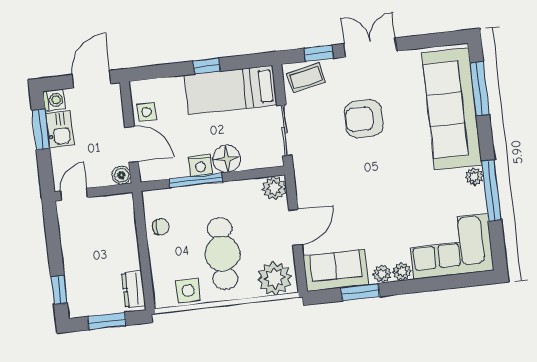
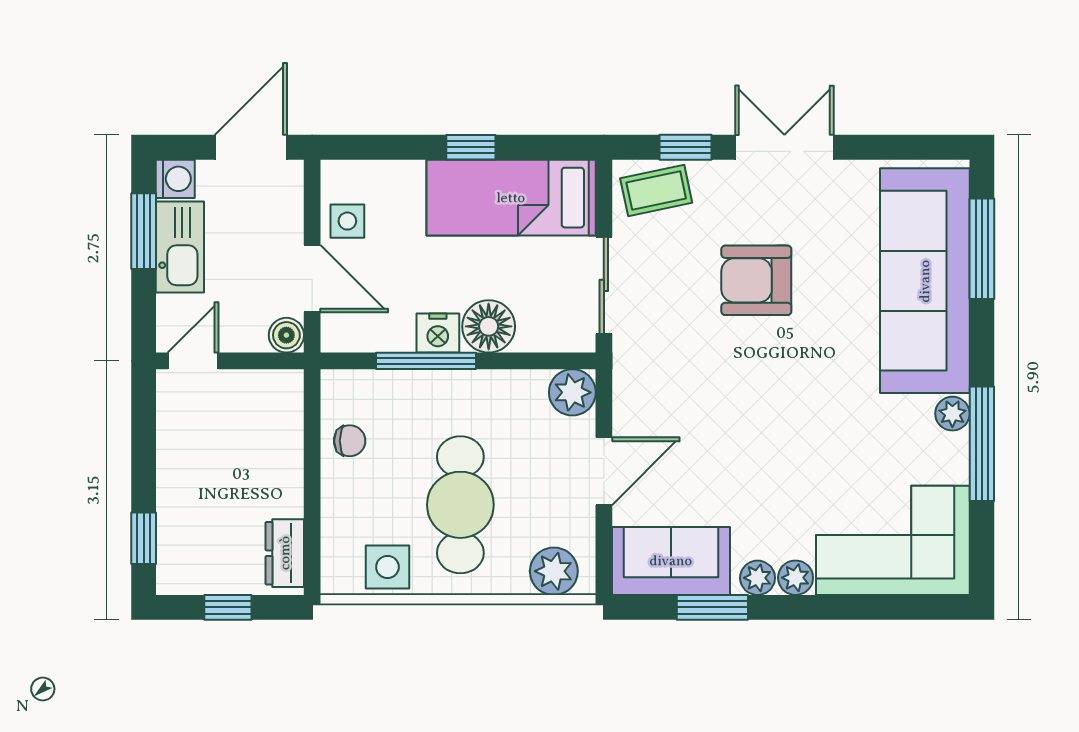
kitchen sink: (60, 129) -> (180, 247), width x1.38
plant: (275, 278) -> (554, 571), width x0.73, depth x0.73
window: (107, 321) -> (228, 607), width x0.67

